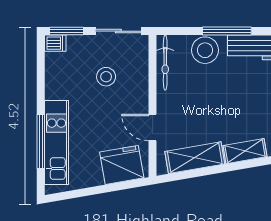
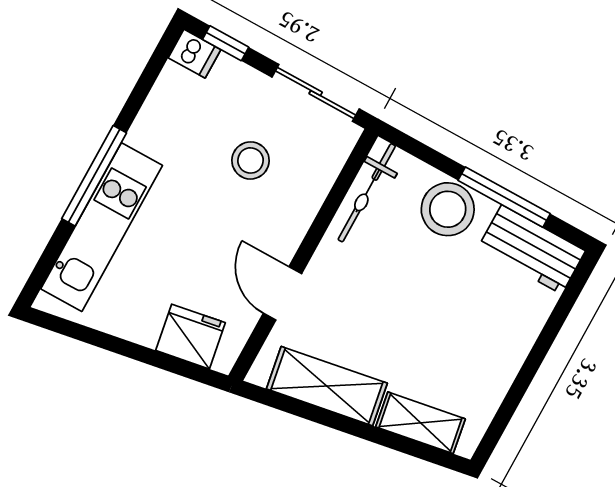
window: (66, 31) -> (226, 43), width x0.67
window: (41, 141) -> (94, 176), moved
fridge: (122, 165) -> (190, 337), width x0.73, depth x0.75

